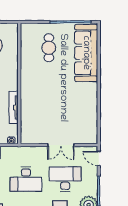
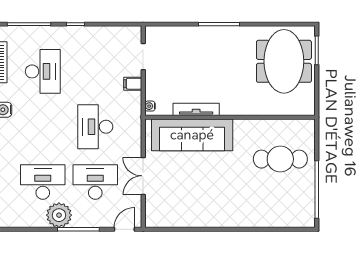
cafe table: (49, 48) -> (280, 159), width x1.37, depth x1.35
sofa: (86, 53) -> (192, 135), moved, turned 180
desk: (65, 179) -> (95, 182), turned -90

